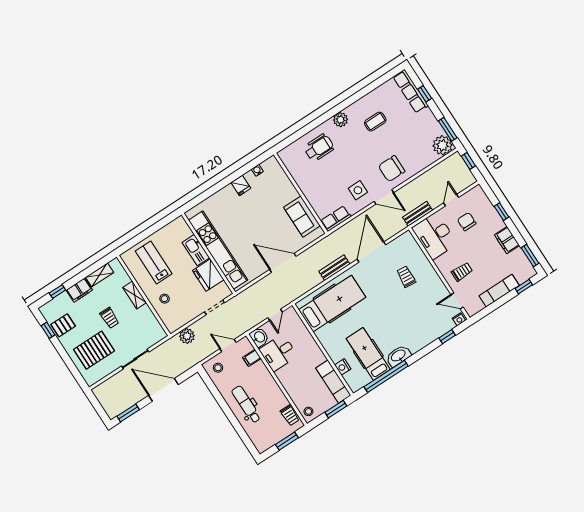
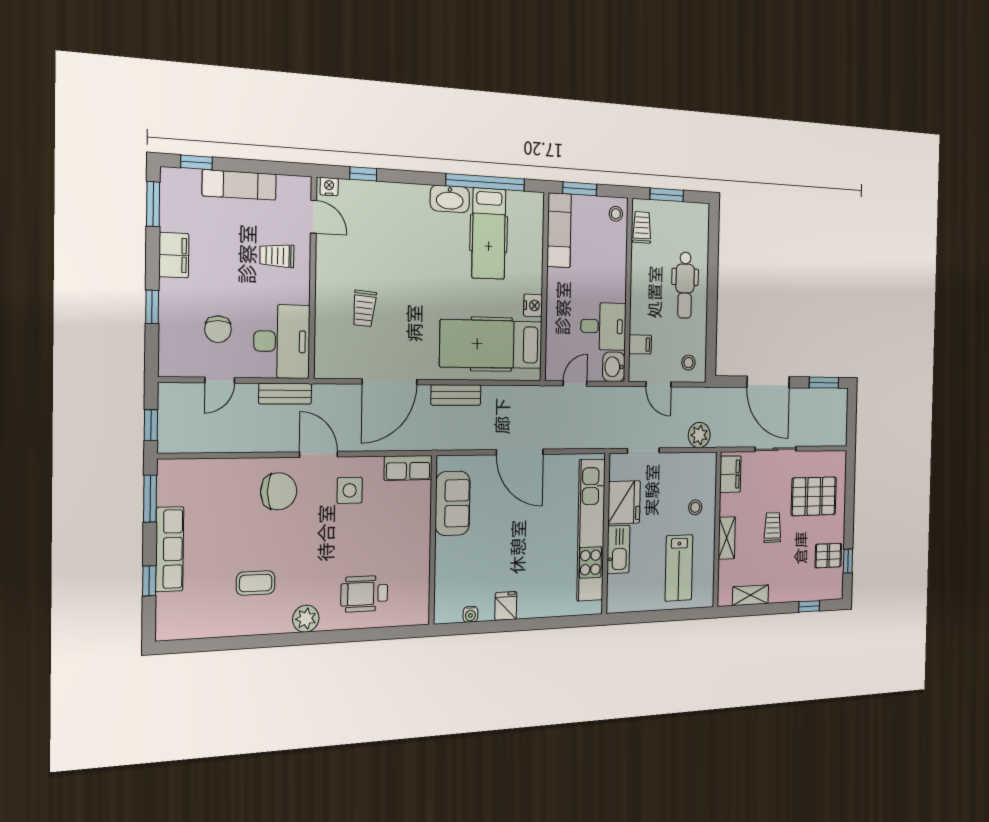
row of seats: (411, 91) -> (170, 549), moved
plant: (443, 145) -> (176, 478), removed
filing cabinet: (79, 290) -> (730, 474), moved, turned 90
nightstand: (343, 367) -> (533, 305), moved

